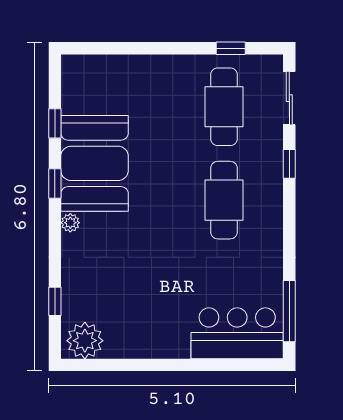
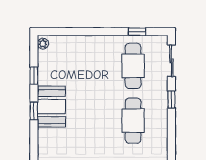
booth: (95, 163) -> (51, 107), width x0.73, depth x0.70
plant: (70, 223) -> (43, 44), moved

